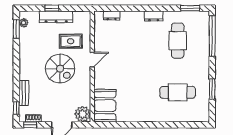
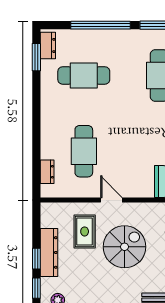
window: (32, 8) -> (36, 288), added
dresser: (154, 16) -> (48, 45), moved
window: (212, 36) -> (100, 25), moved
cafe table: (126, 41) -> (84, 151), added

